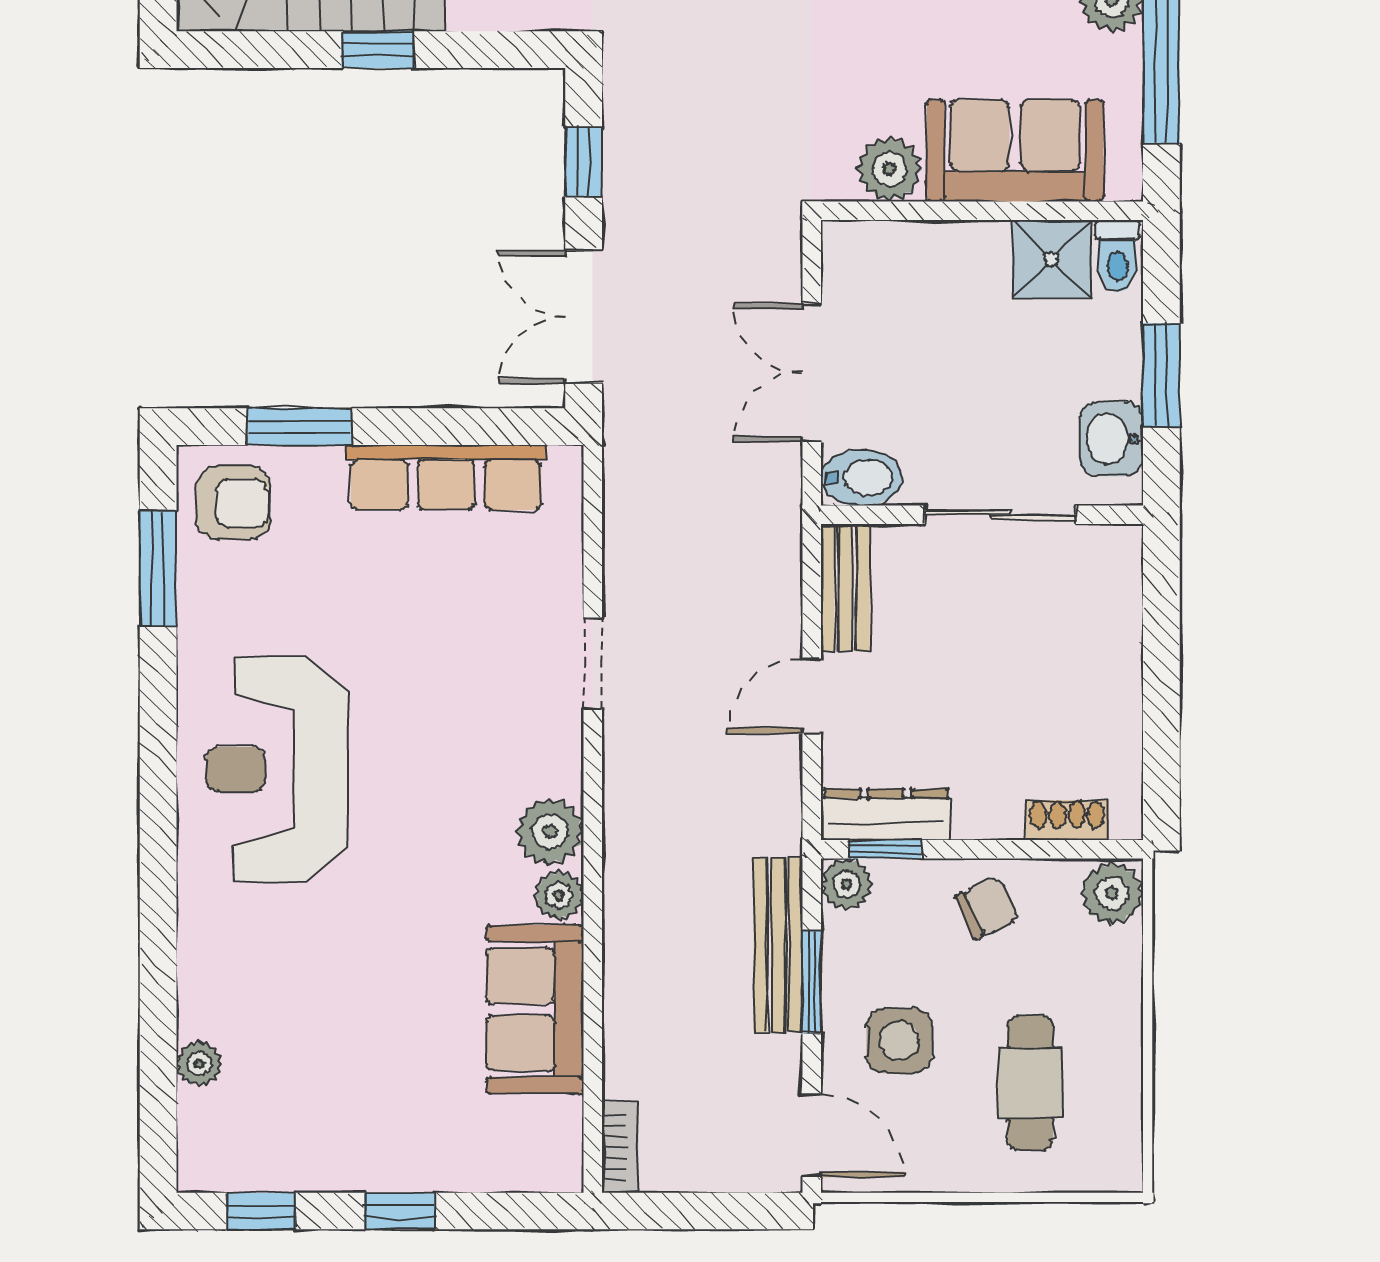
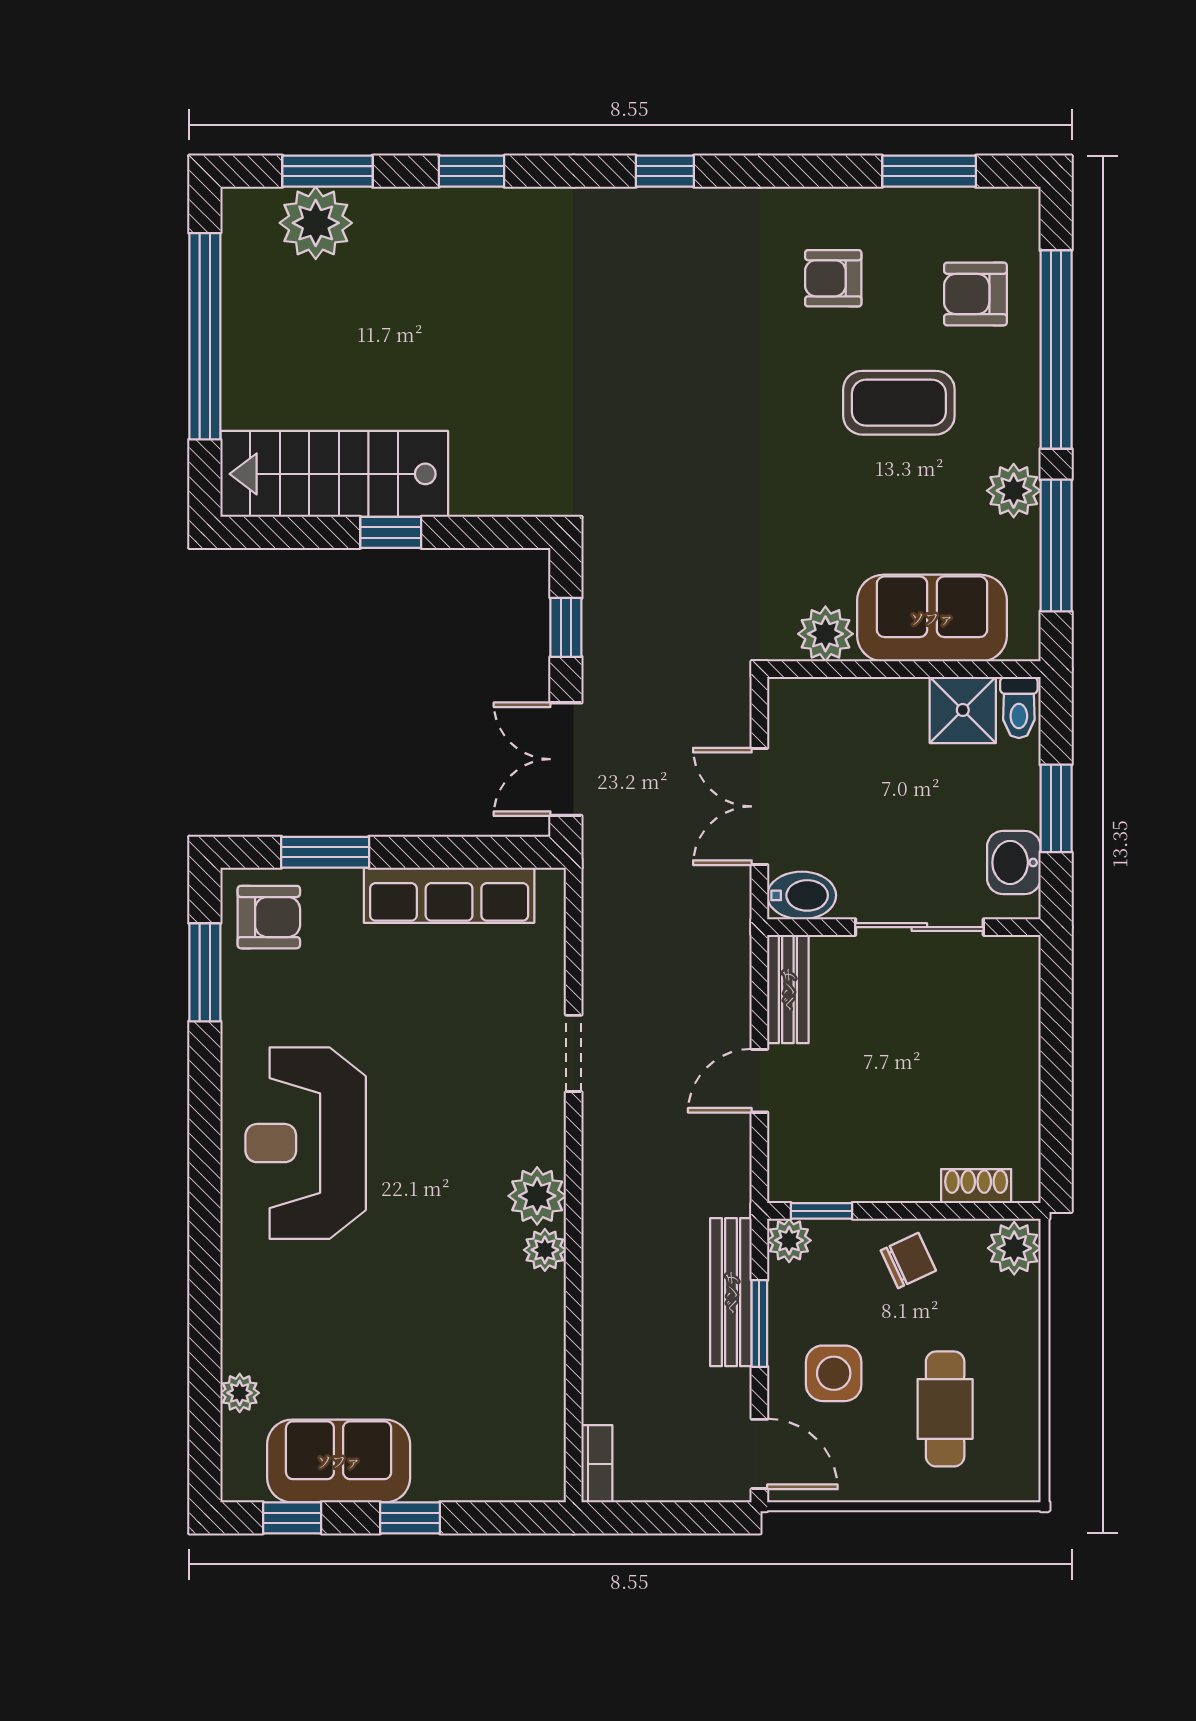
dresser: (886, 815) -> (822, 1181), removed
sofa: (535, 1009) -> (339, 1461), moved, turned 90

